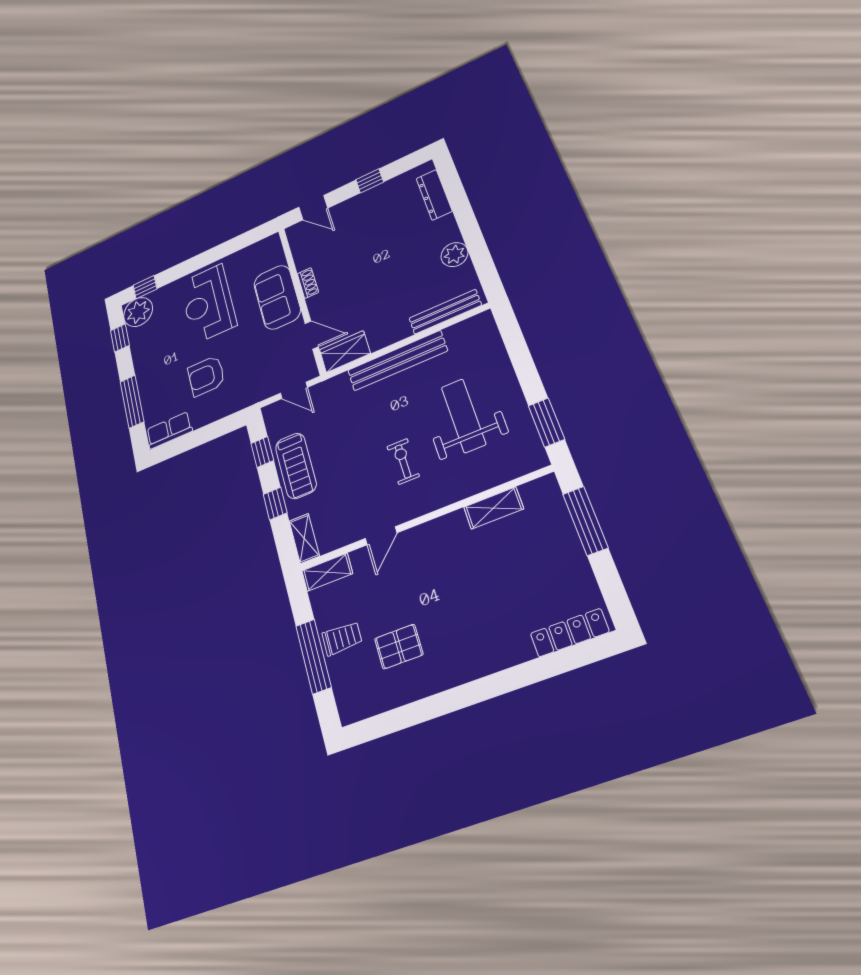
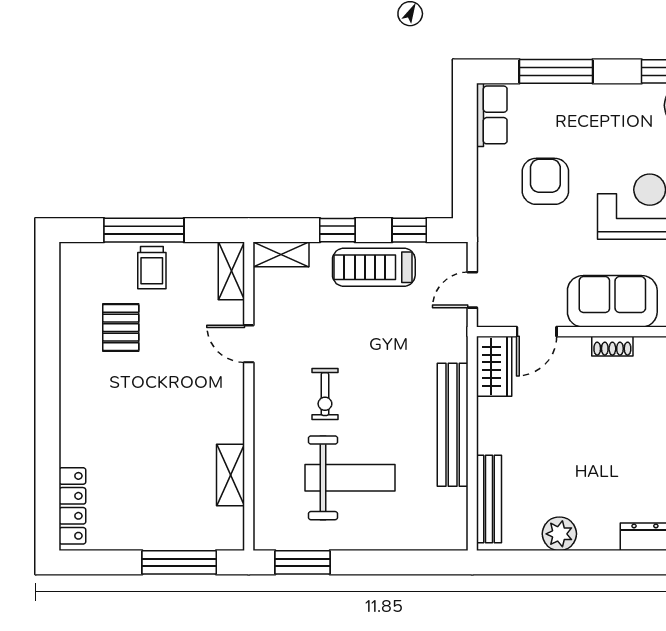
exercise bike: (403, 461) -> (325, 394), turned 90

